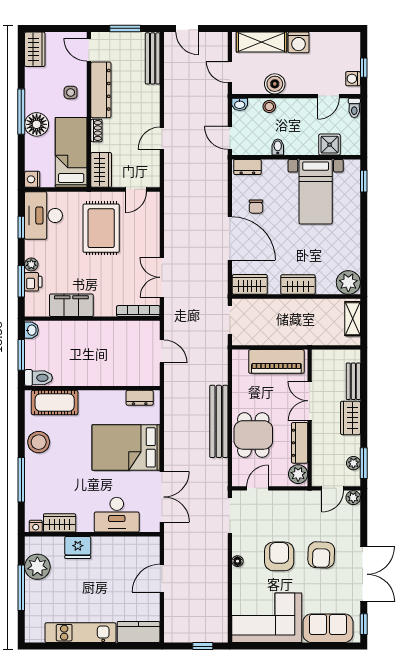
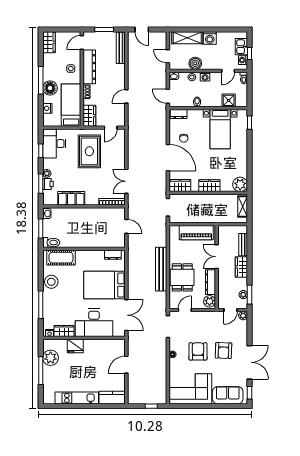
door: (89, 50) -> (82, 42), hinge flipped
kitchen sink: (350, 56) -> (241, 47), added
washing machine: (291, 106) -> (205, 77), added
nightstand: (32, 179) -> (47, 108), moved
desk: (117, 515) -> (94, 323), width x1.36, depth x1.30

